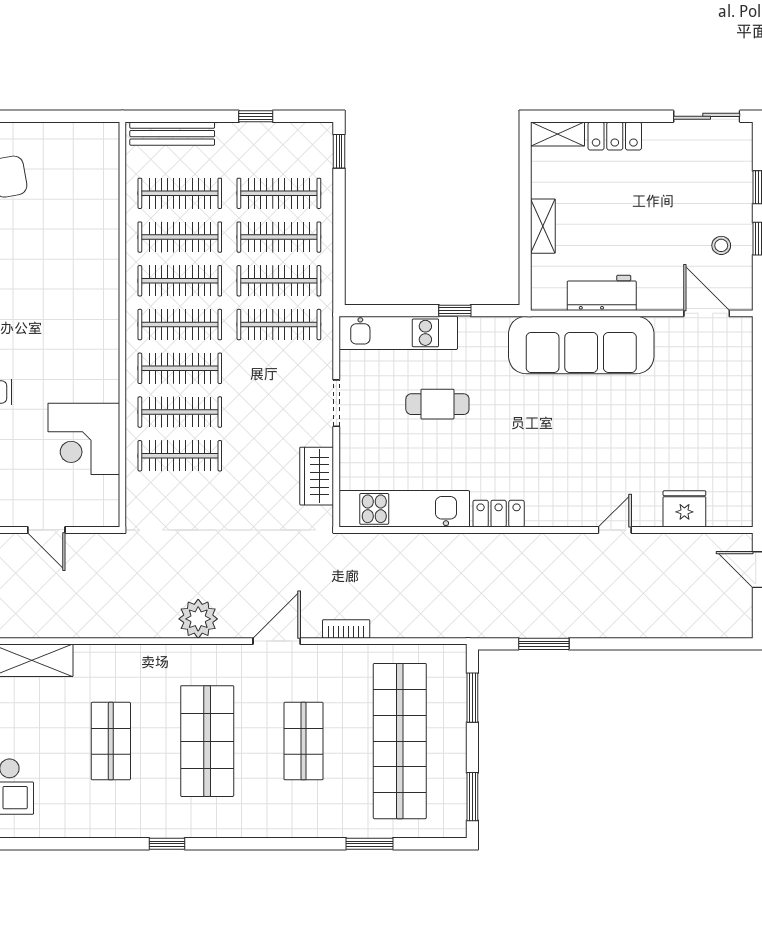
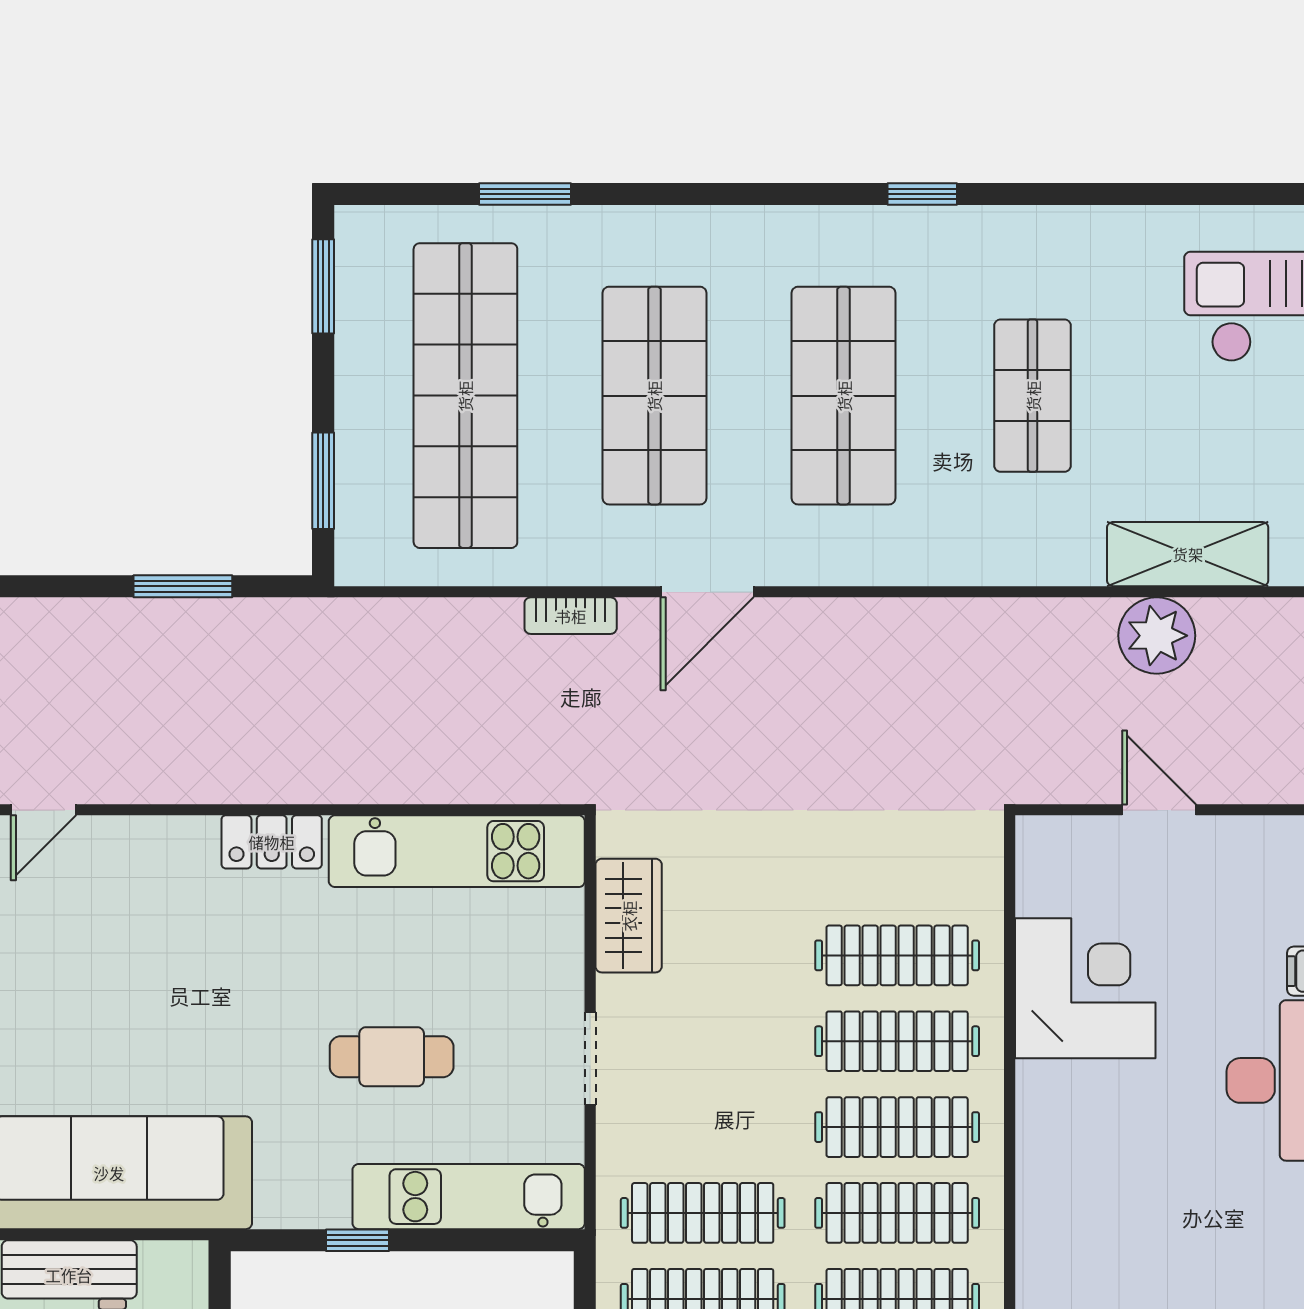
plant: (198, 619) -> (1157, 636), moved
shop shelf: (303, 741) -> (654, 396), width x1.43, depth x1.36

